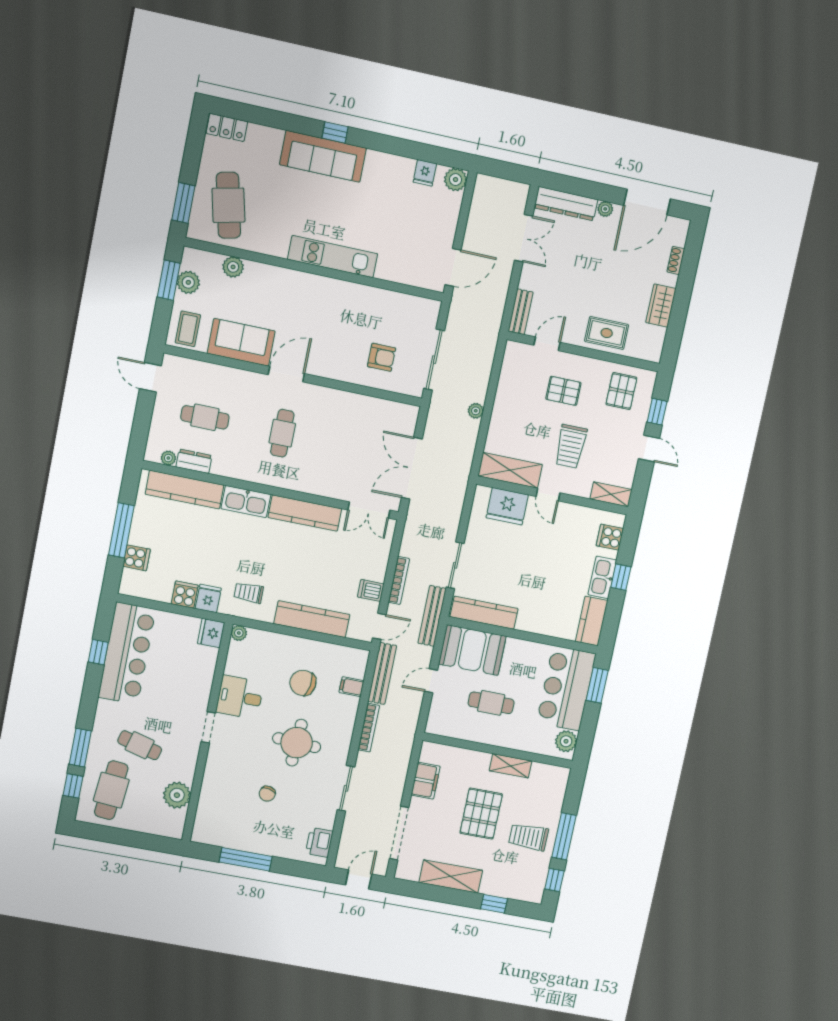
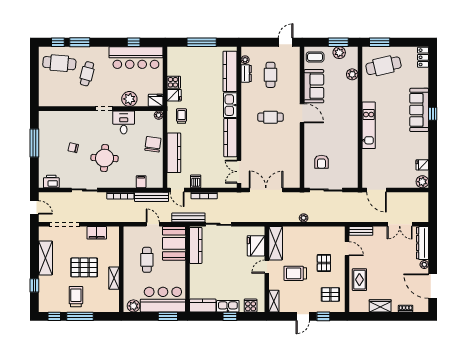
cooker: (137, 558) -> (188, 53), removed
chair: (303, 683) -> (153, 144), moved
plant: (177, 795) -> (129, 99), moved

